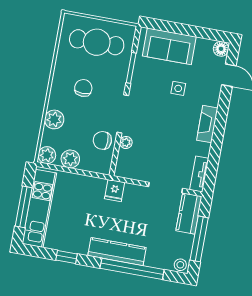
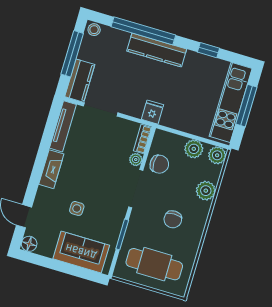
bookcase: (121, 163) -> (143, 139), added
tv unit: (199, 174) -> (63, 126), width x1.41

